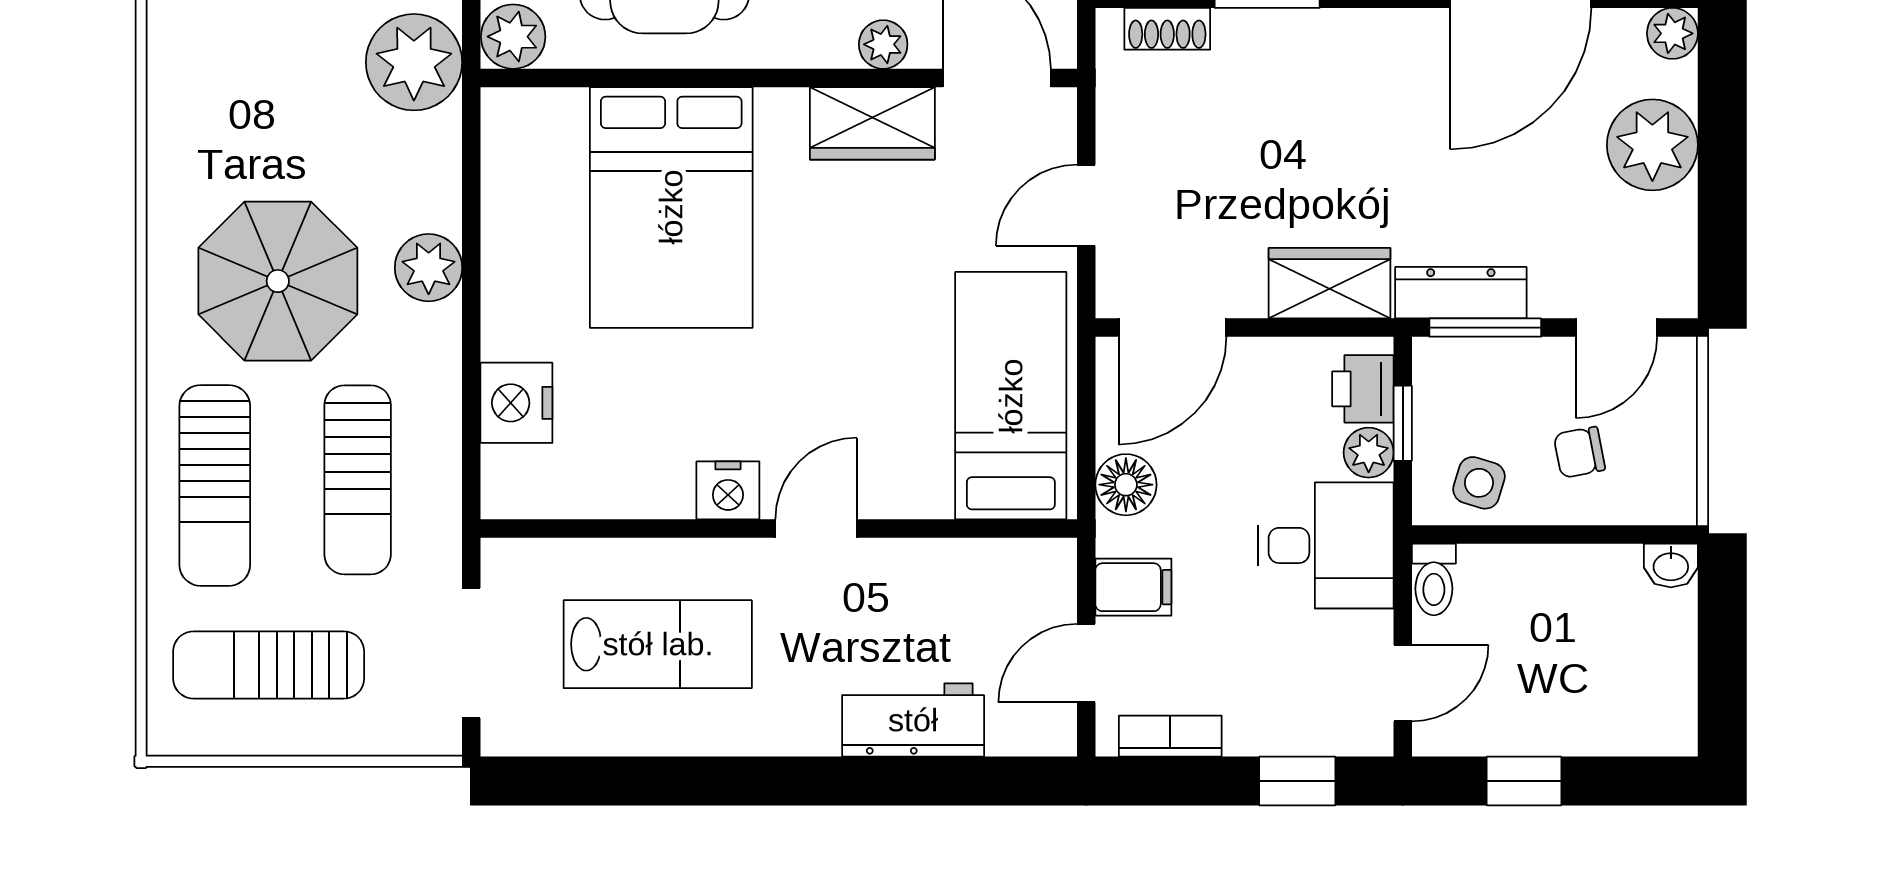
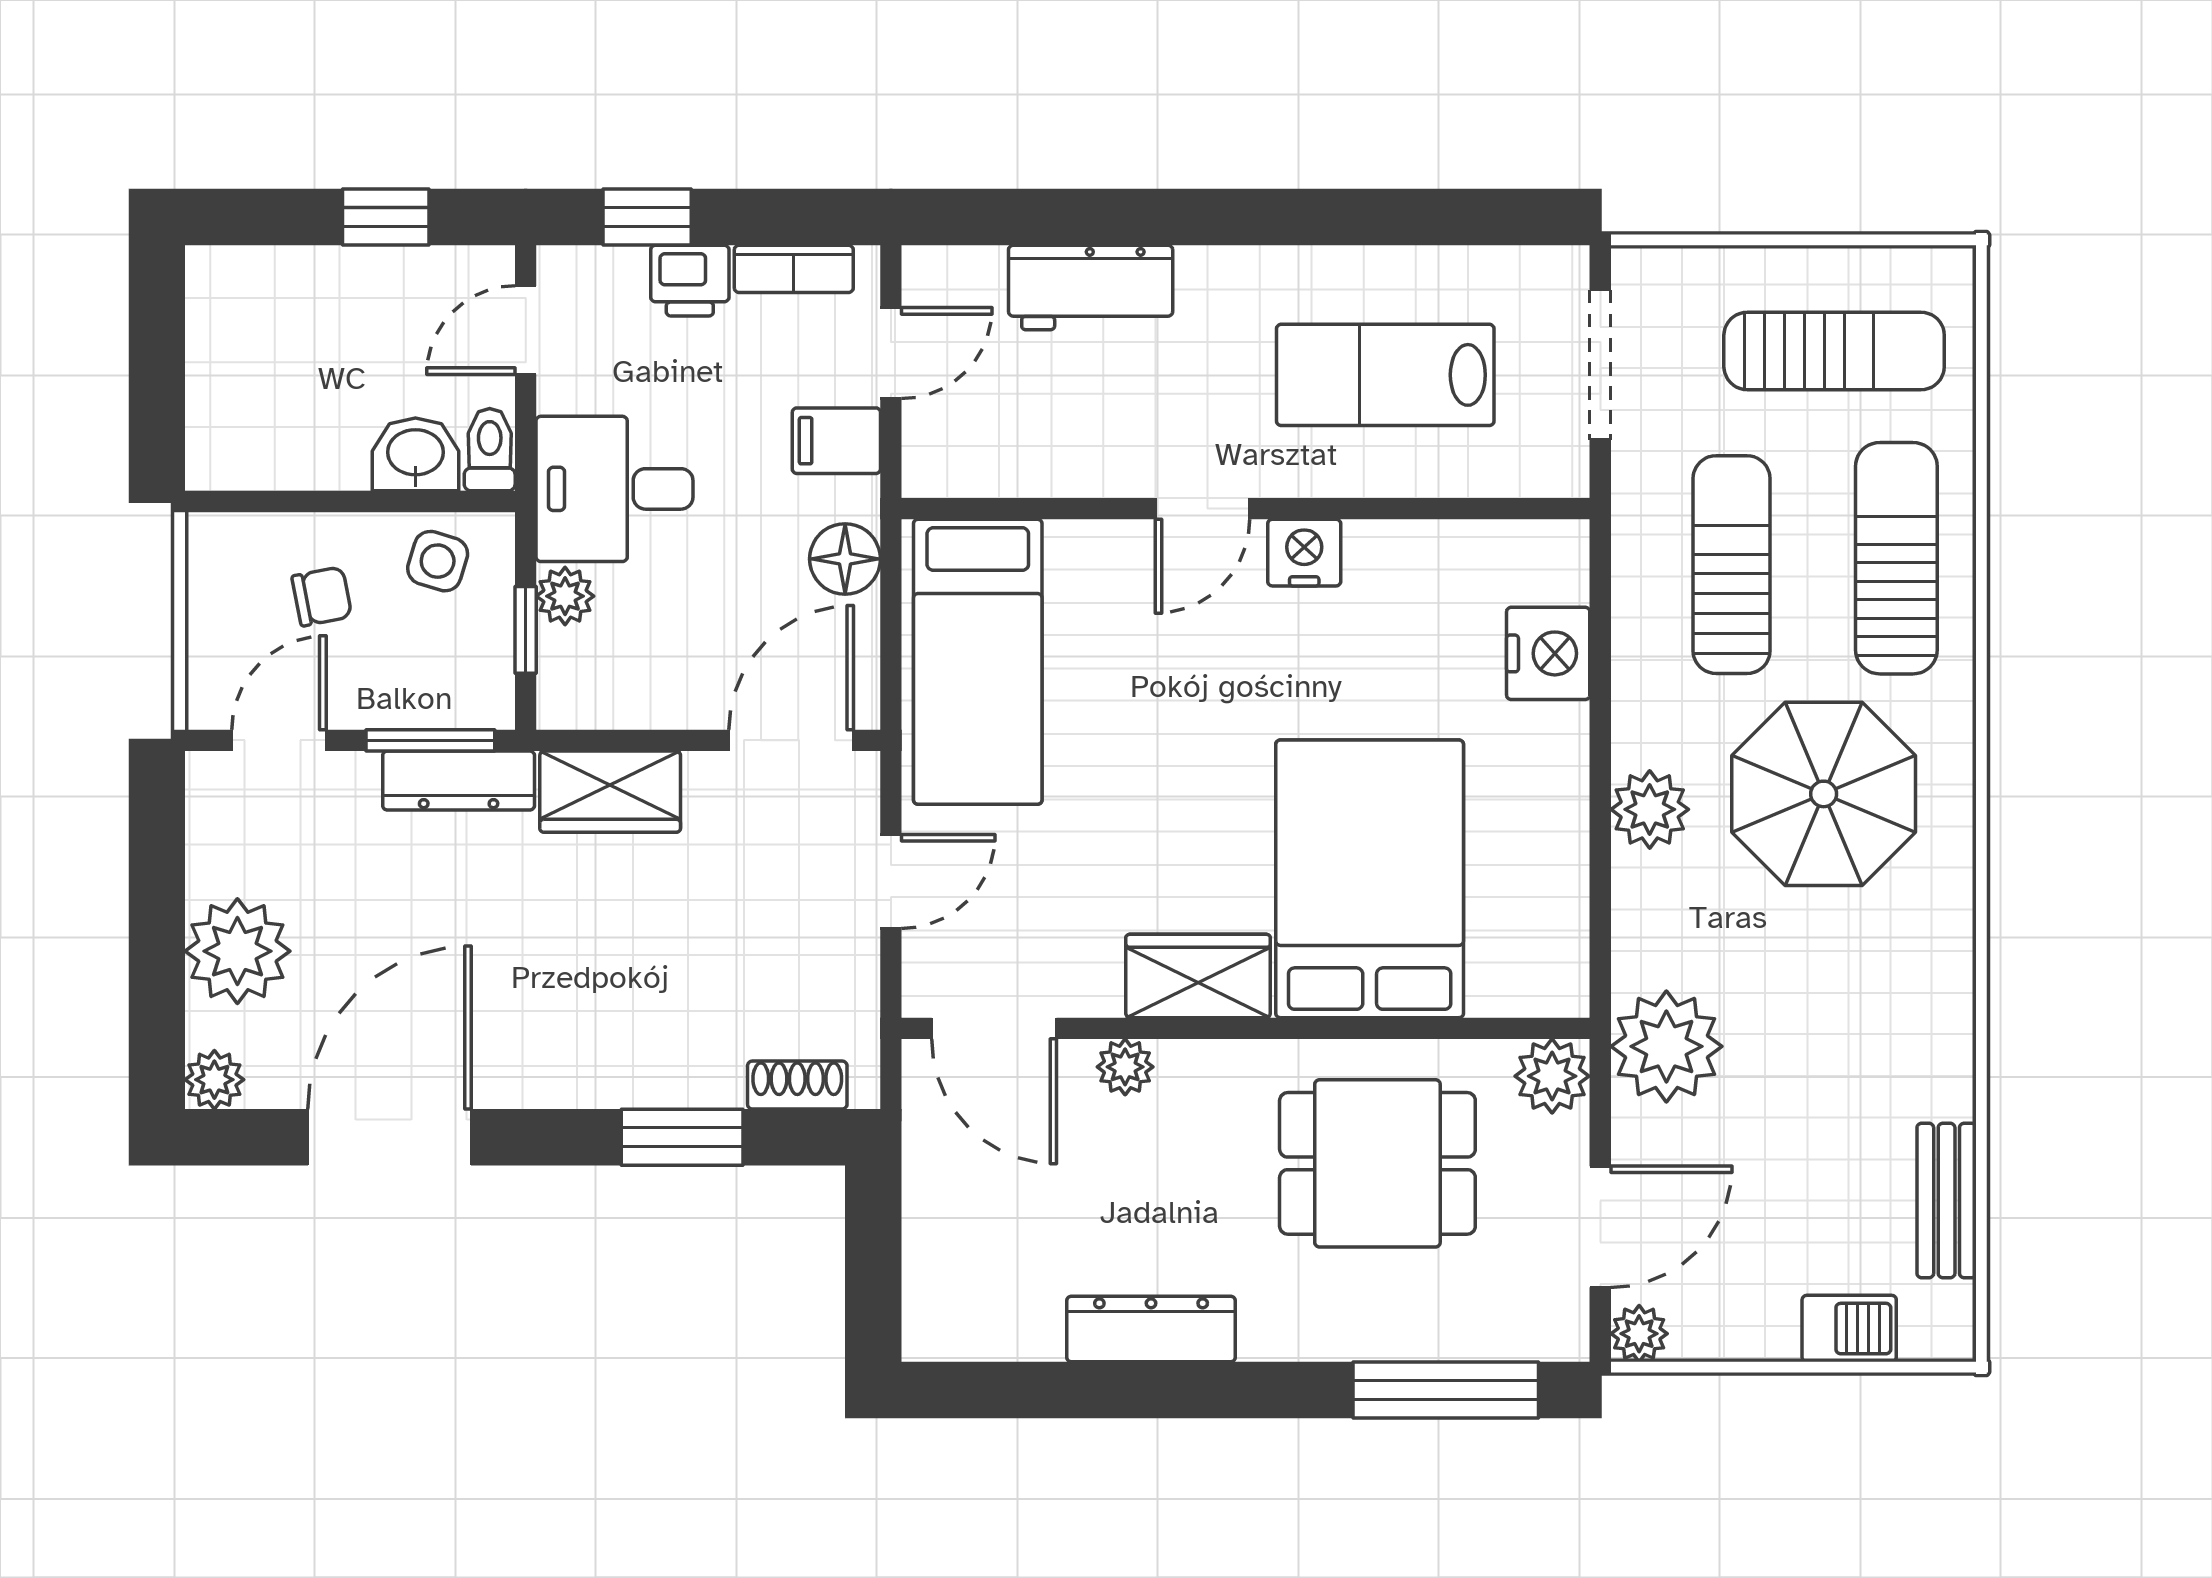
wardrobe: (872, 123) -> (1198, 976), moved
printer: (1363, 389) -> (690, 281), moved, turned 90
washbasin: (1671, 566) -> (415, 454), moved, width x1.38, depth x1.45

